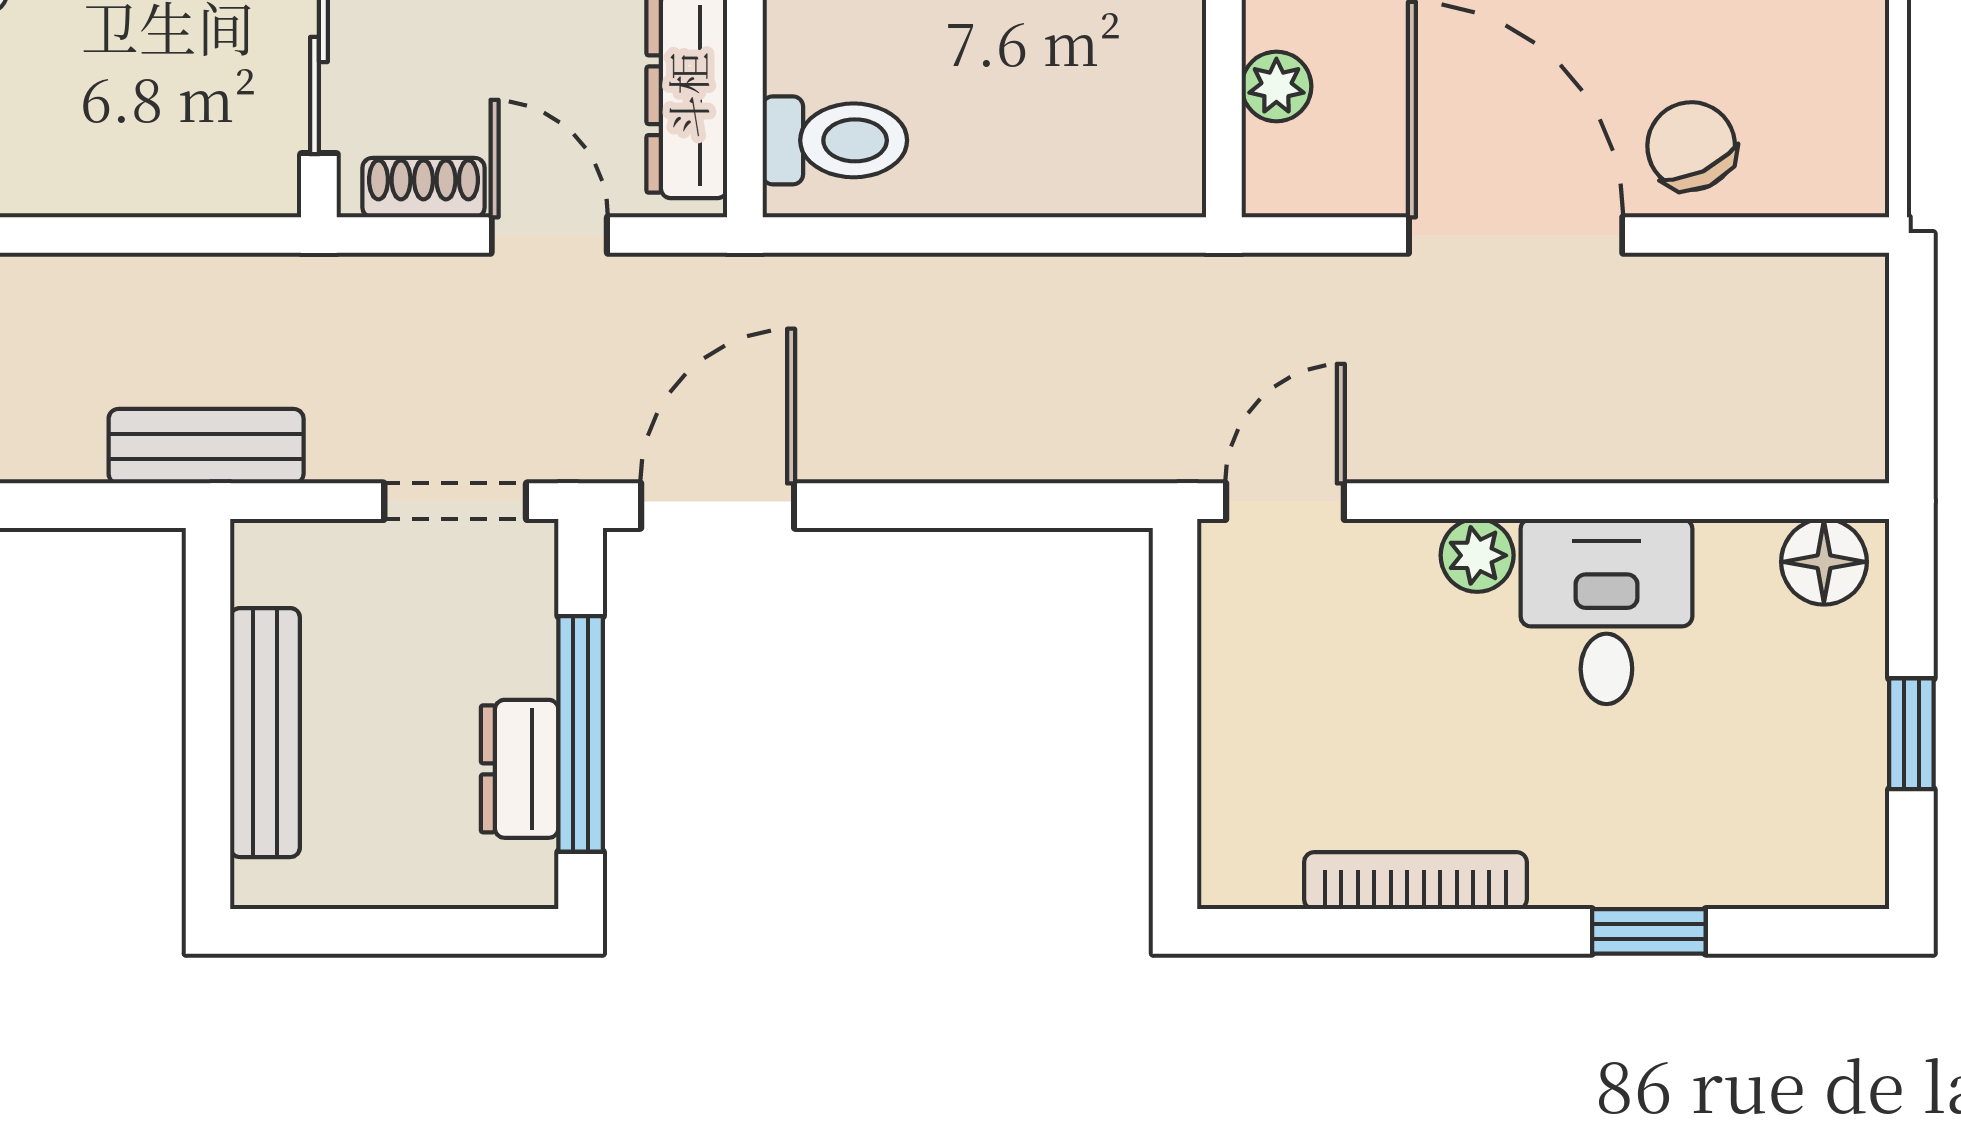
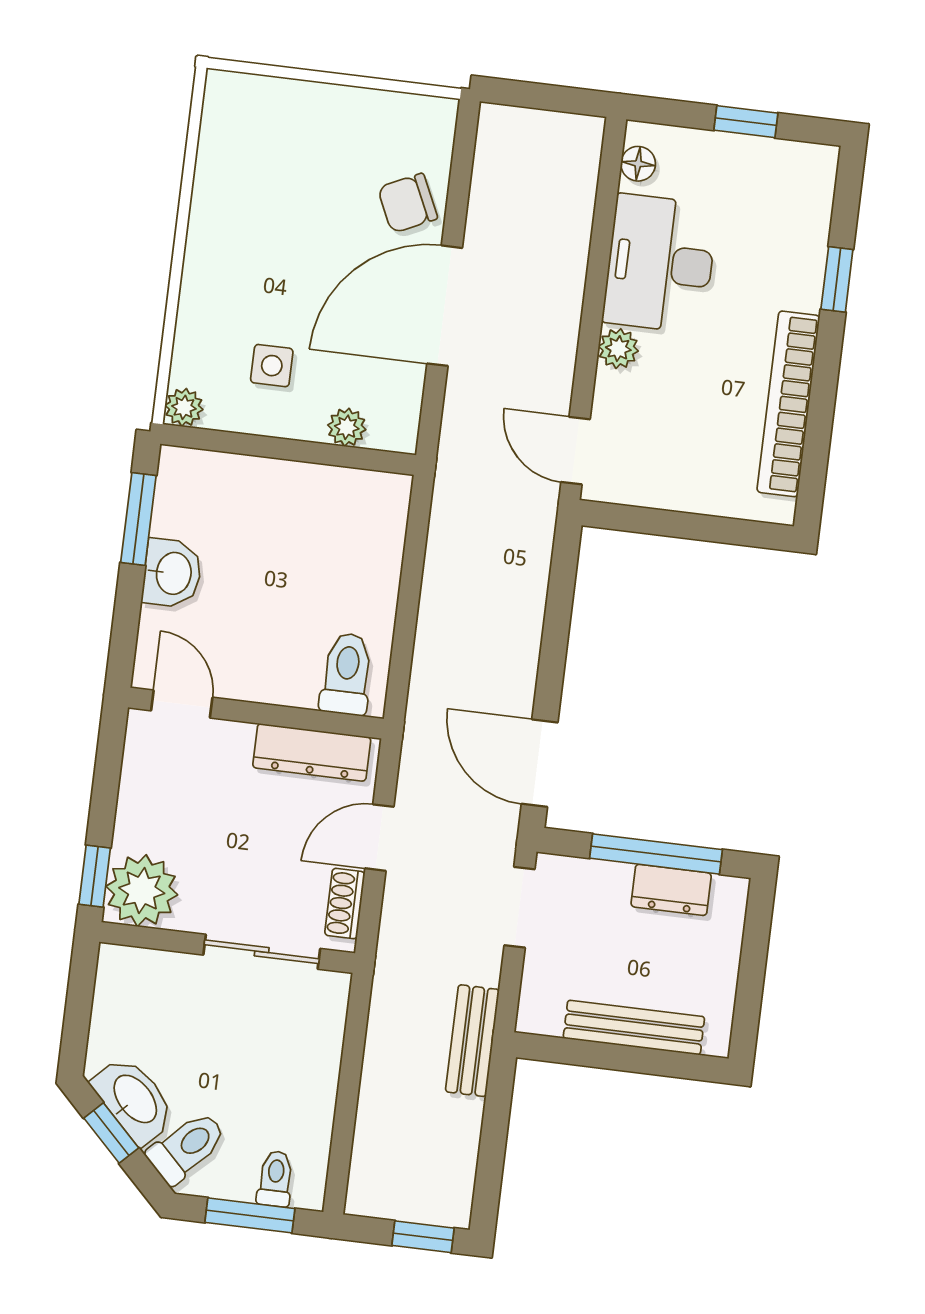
floor lamp: (1824, 562) -> (638, 164), width x0.73, depth x0.73
desk: (1606, 611) -> (660, 264), width x1.37
bookcase: (1415, 881) -> (788, 404), width x1.48, depth x1.31

